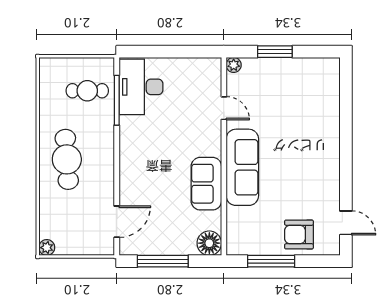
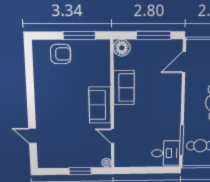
desk: (141, 87) -> (166, 153), width x0.73
sofa: (242, 167) -> (100, 105), width x0.73
door: (346, 223) -> (33, 136), moved

